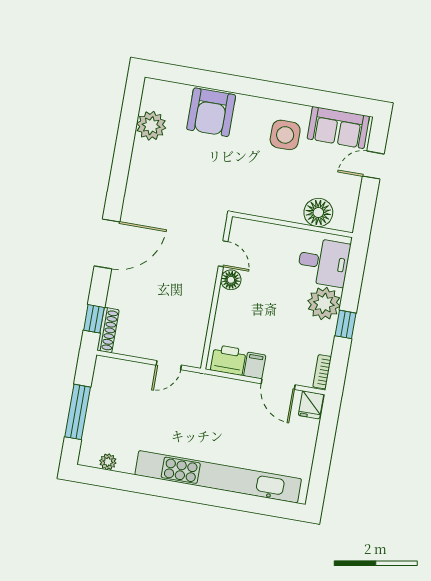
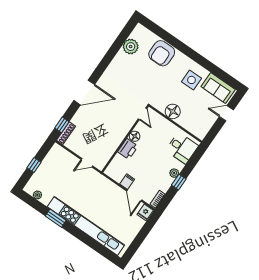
floor lamp: (318, 213) -> (173, 111), moved
door: (223, 254) -> (143, 114), moved
plant: (324, 303) -> (174, 173), width x0.53, depth x0.53
printer: (228, 360) -> (128, 149), moved, turned 90
window: (78, 412) -> (34, 165), width x0.46
window: (159, 488) -> (56, 218), added

